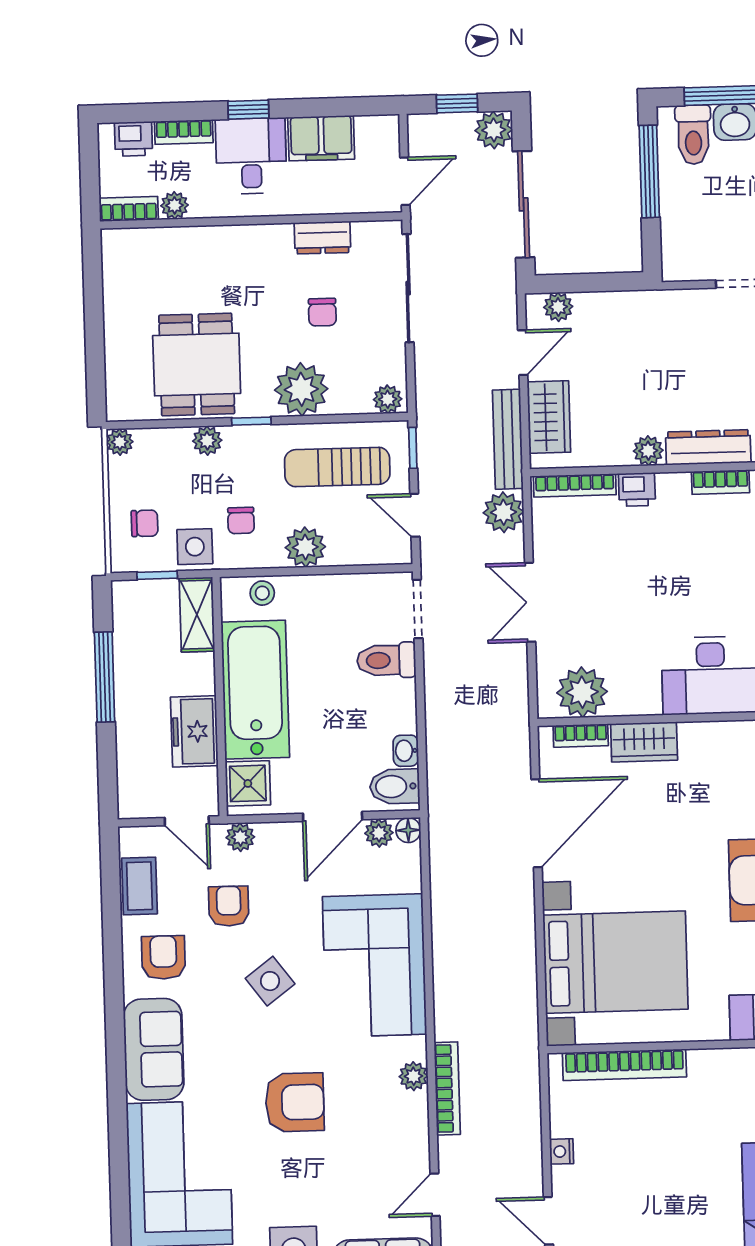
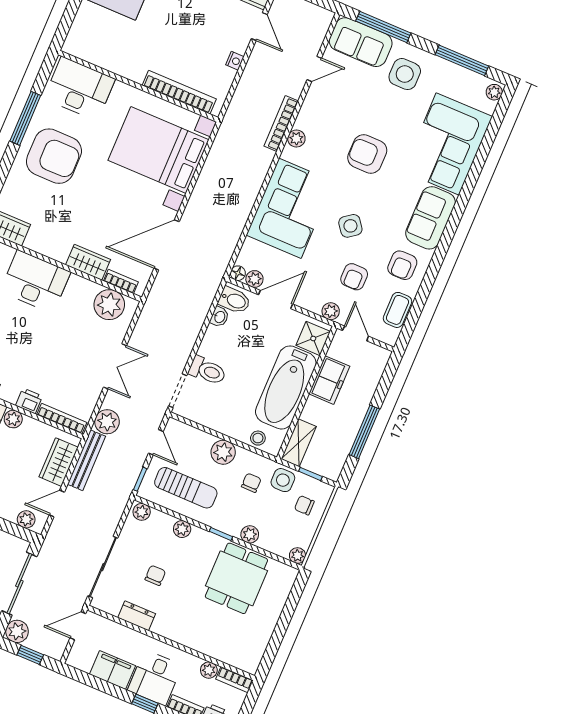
plant: (301, 389) -> (182, 529), width x0.53, depth x0.53

